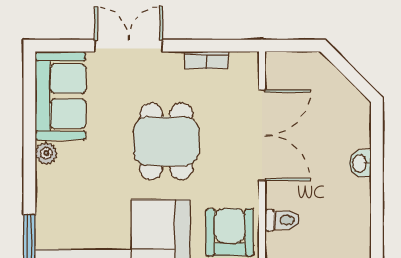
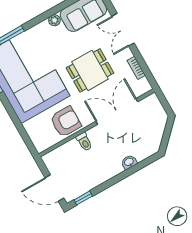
double door: (129, 46) -> (123, 30), swing flipped
double door: (262, 135) -> (117, 111), swing flipped

